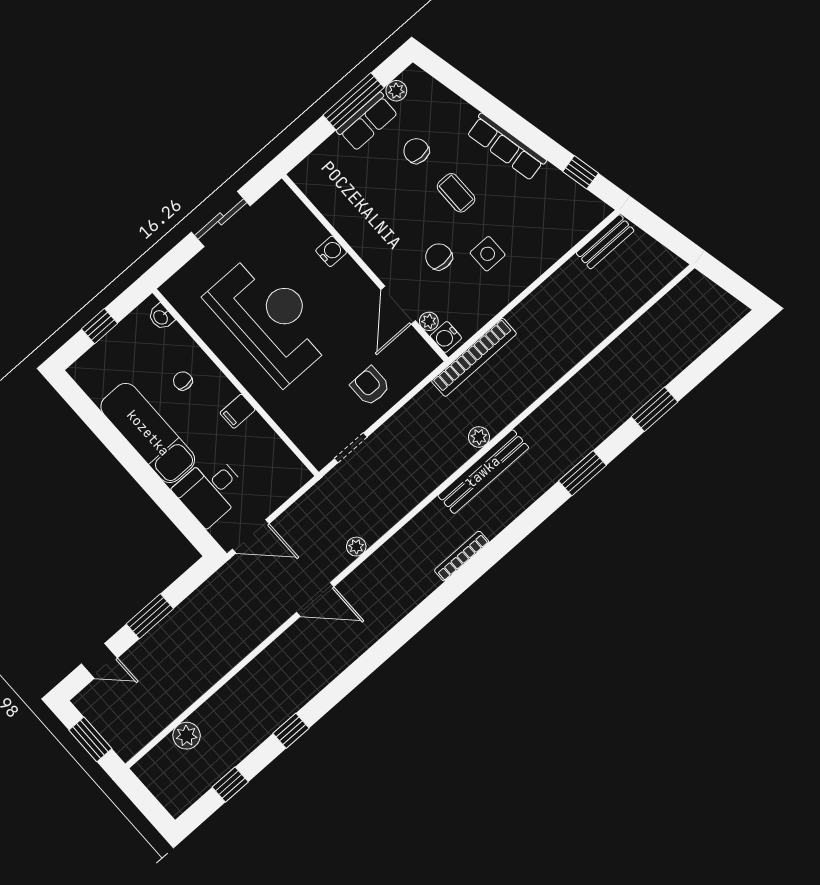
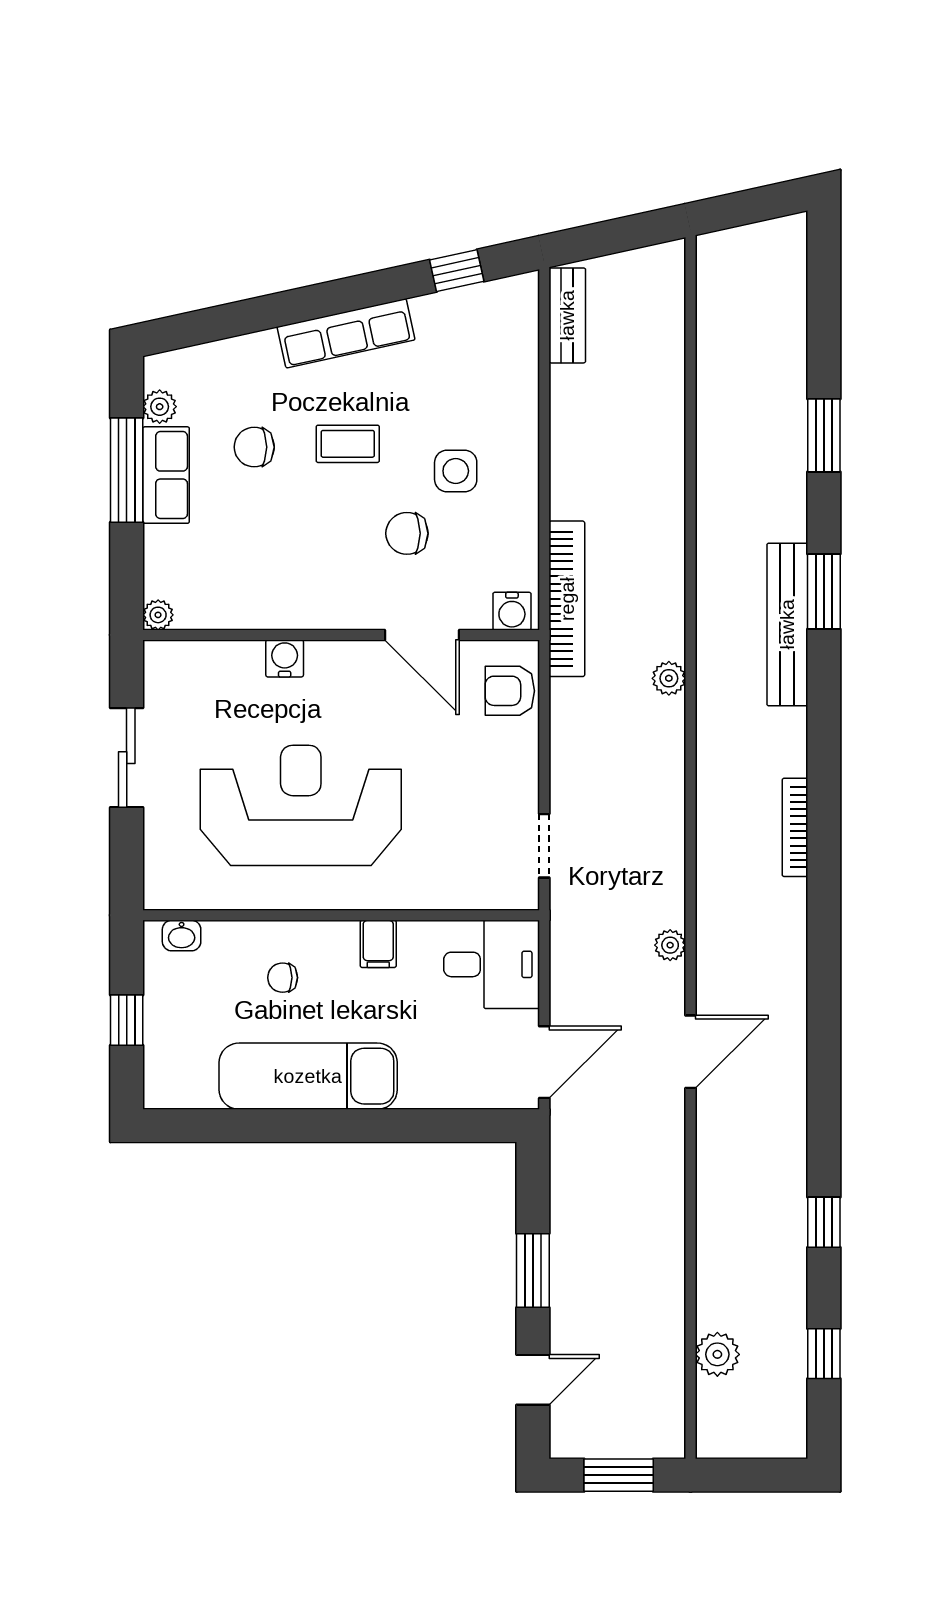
plant: (429, 321) -> (158, 615), moved
armchair: (370, 386) -> (510, 691), moved
bench: (483, 472) -> (787, 624), moved
desk: (210, 490) -> (492, 964), moved, turned -90

